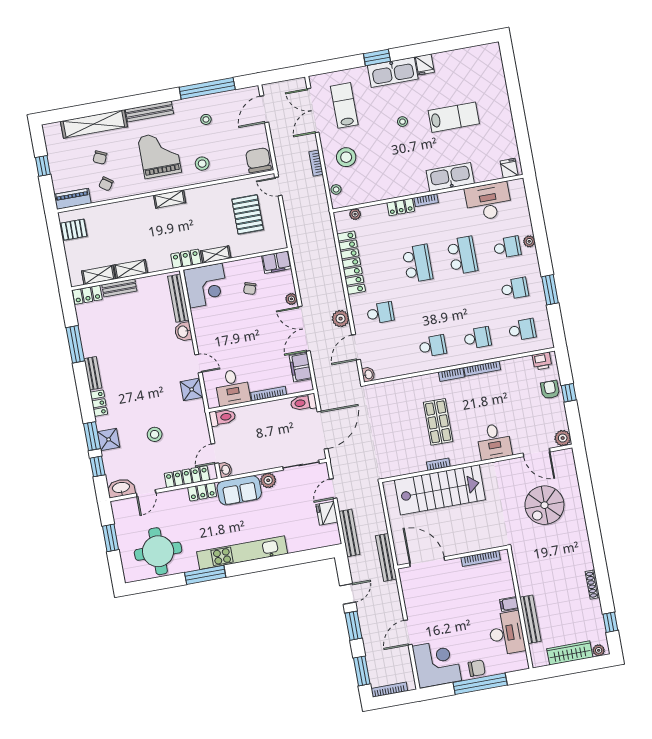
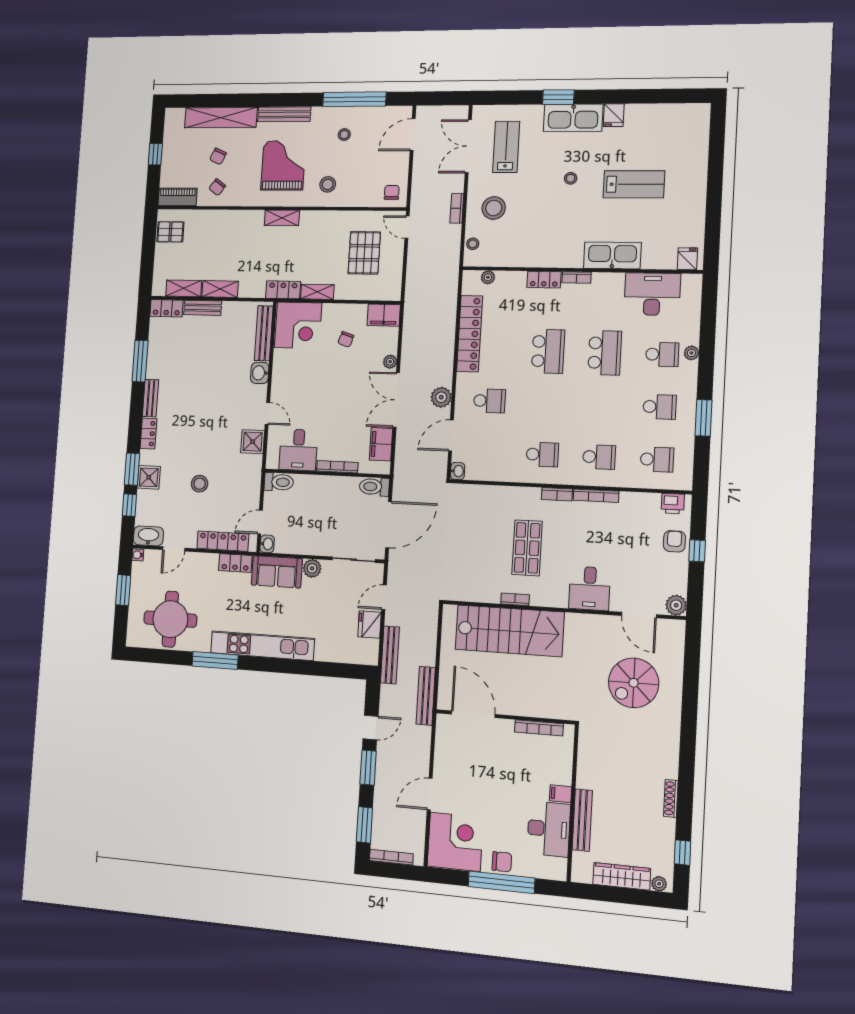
chair: (258, 160) -> (392, 192), width x0.54, depth x0.54
water cooler: (116, 506) -> (138, 555), added

